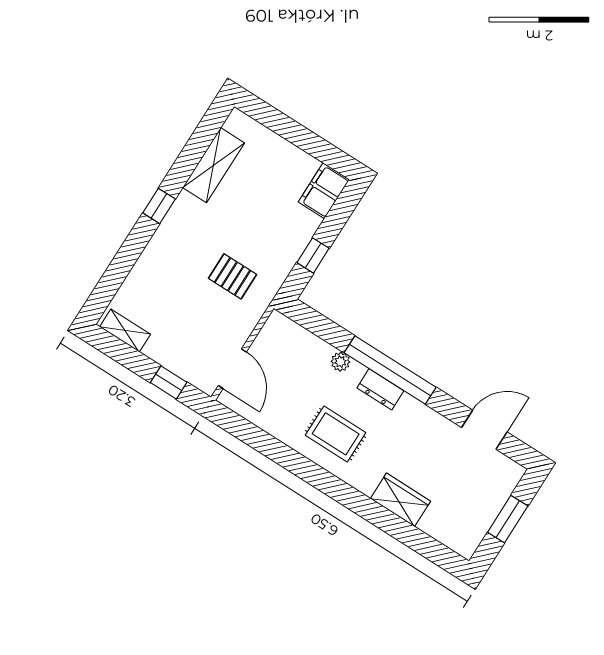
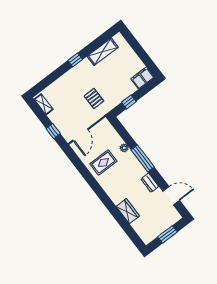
window: (390, 370) -> (143, 158), width x0.68
dresser: (380, 389) -> (150, 183), moved
rug: (336, 434) -> (103, 163), moved, turned 90

